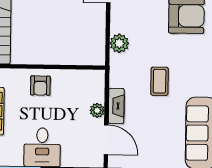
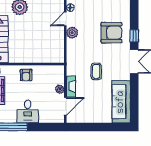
plant: (119, 43) -> (72, 33), moved
door: (106, 140) -> (65, 106), hinge flipped

